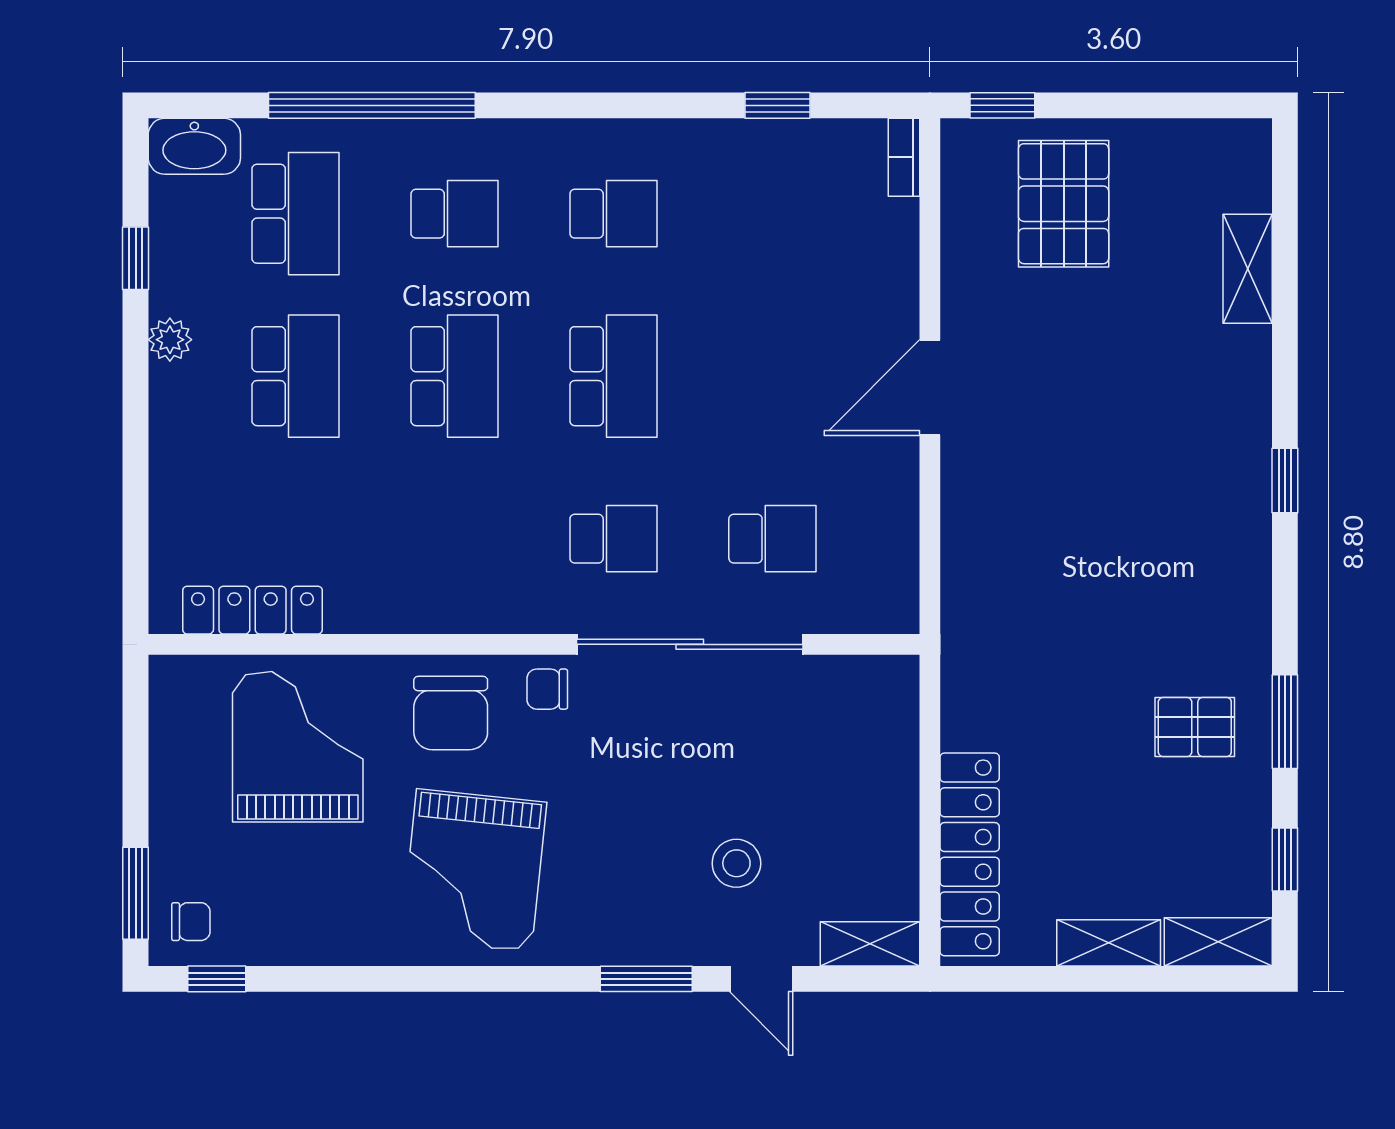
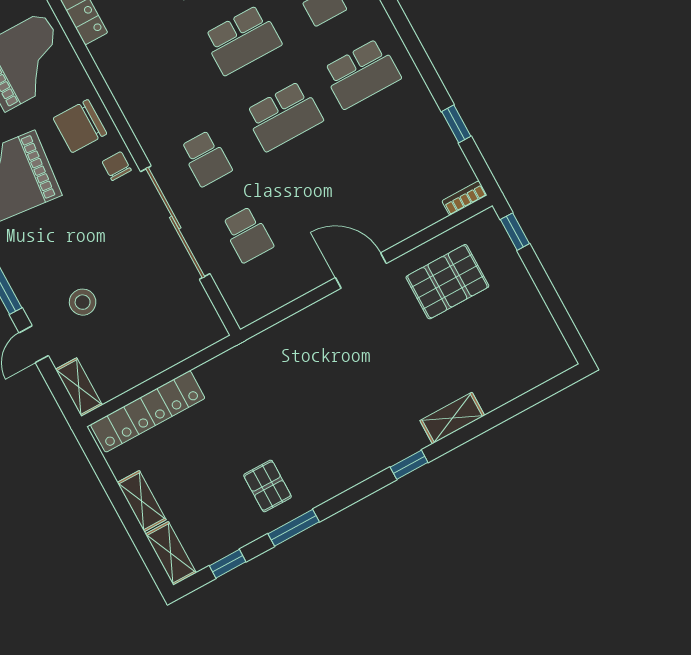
pallet: (1064, 204) -> (447, 282), moved
school desk: (613, 214) -> (362, 74), width x1.85
shelving: (1248, 269) -> (452, 418), moved

